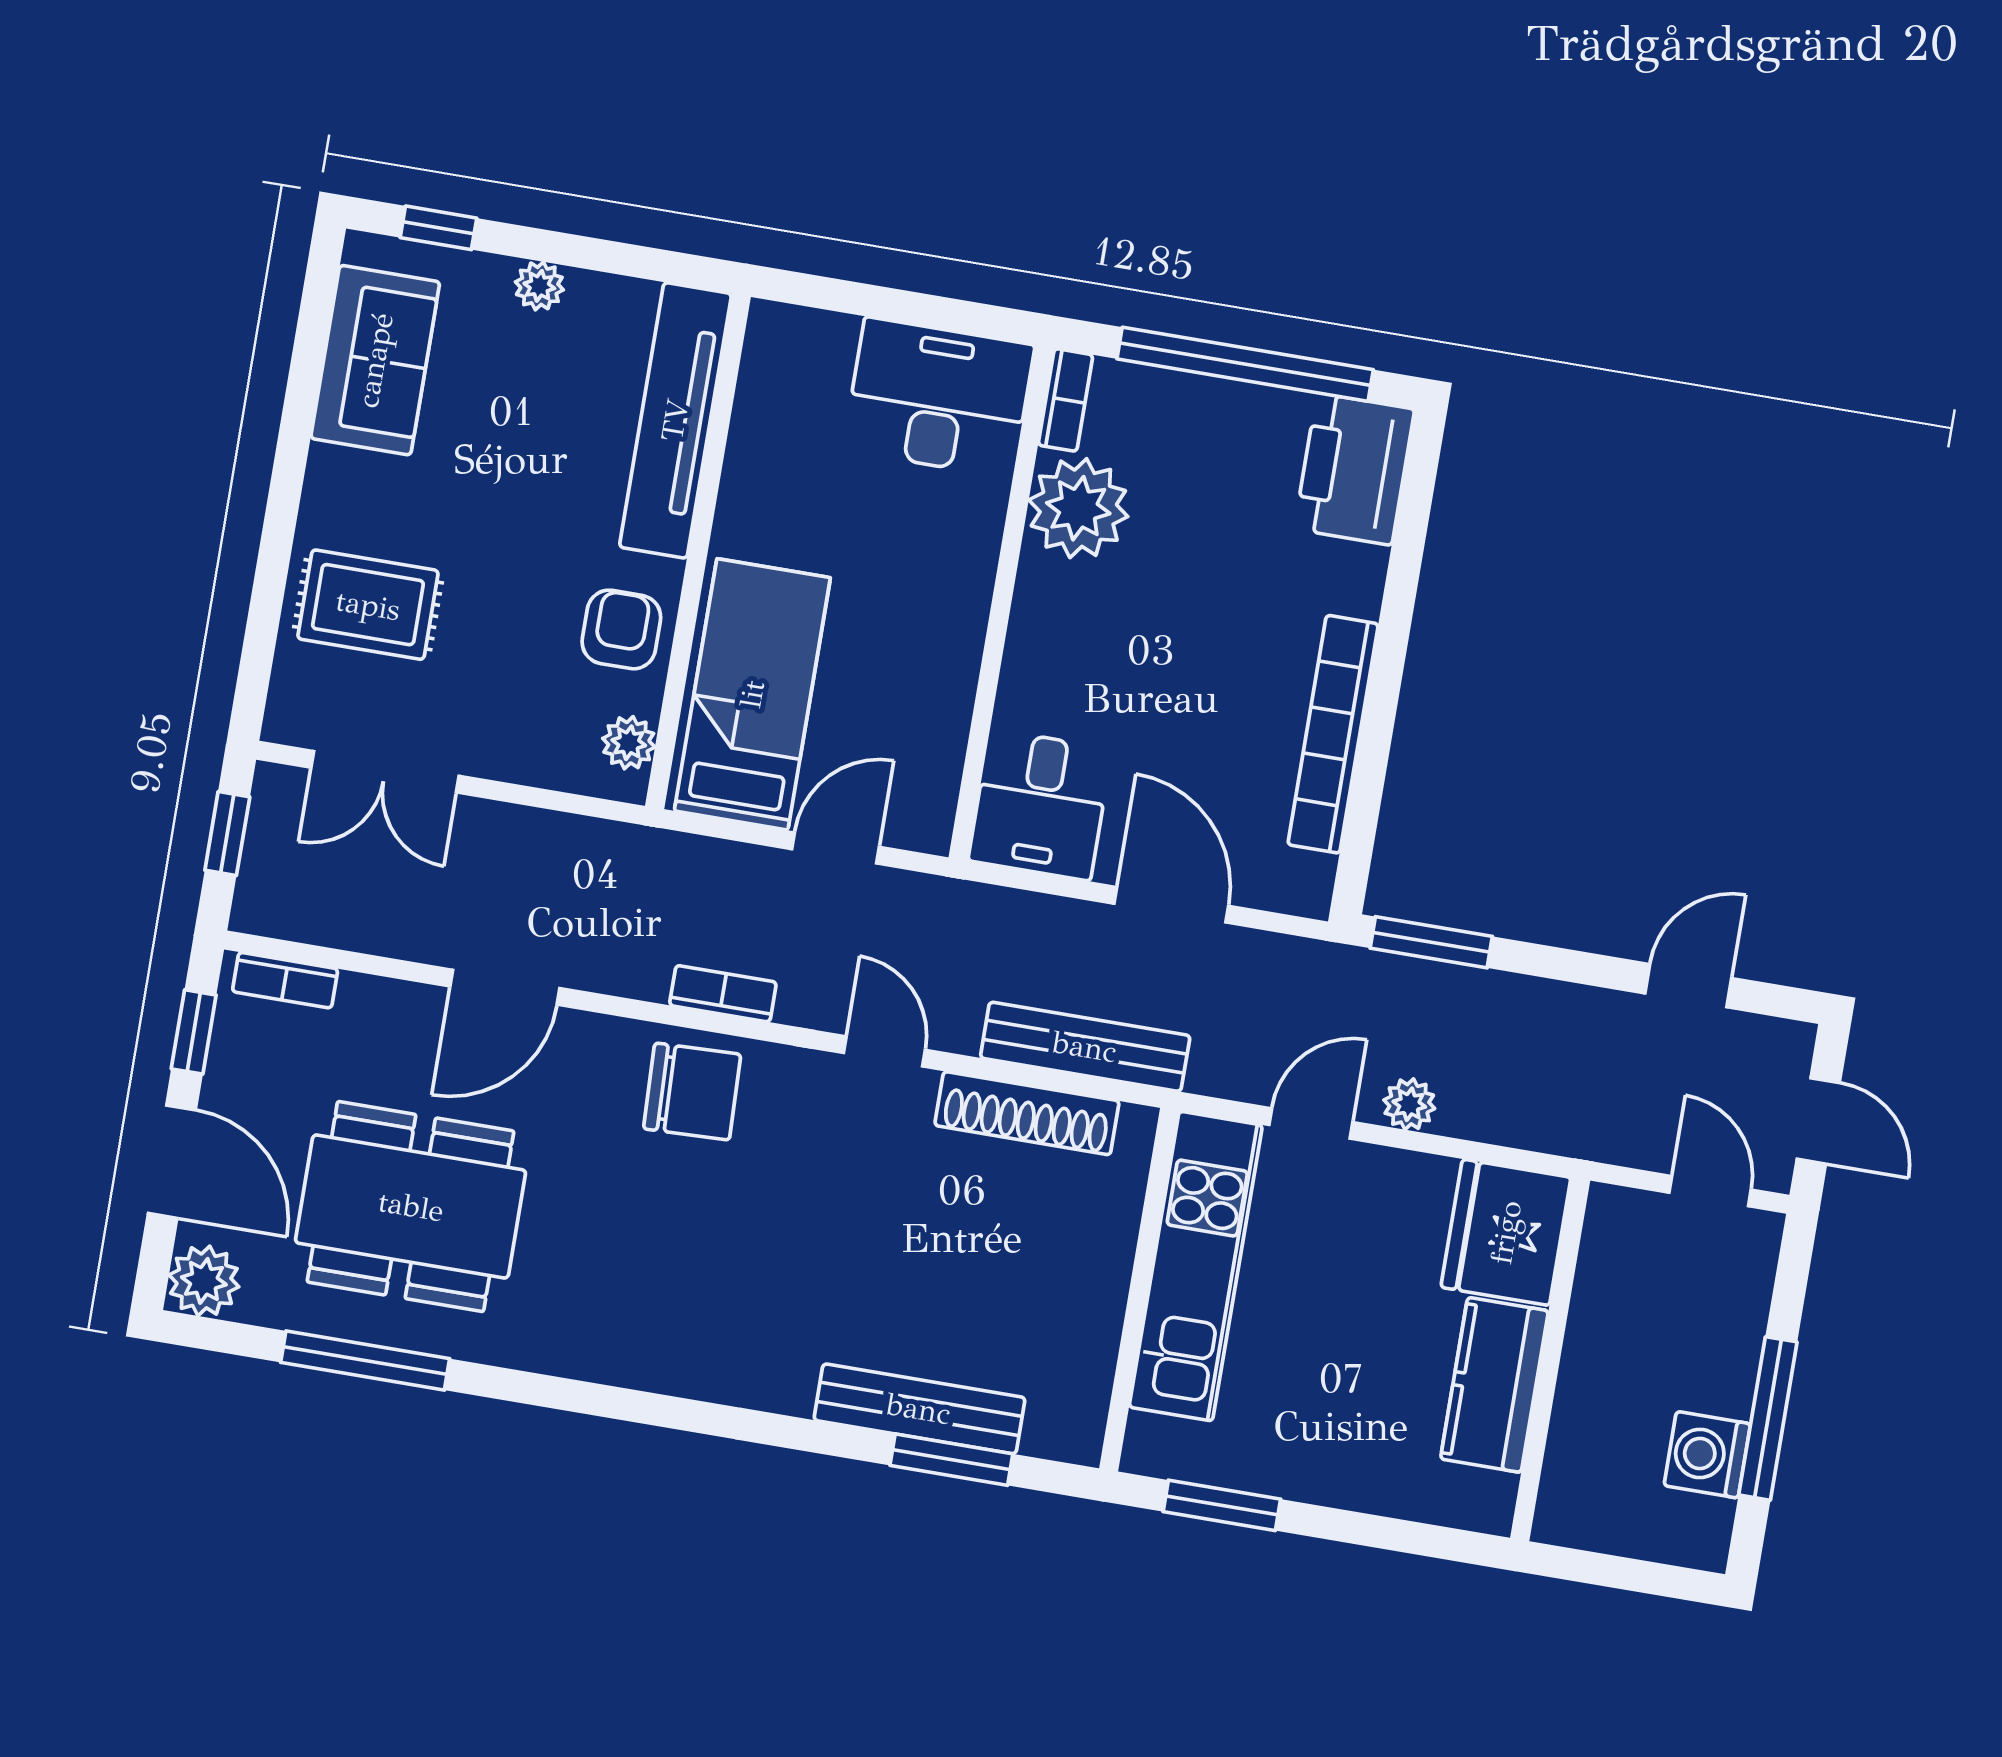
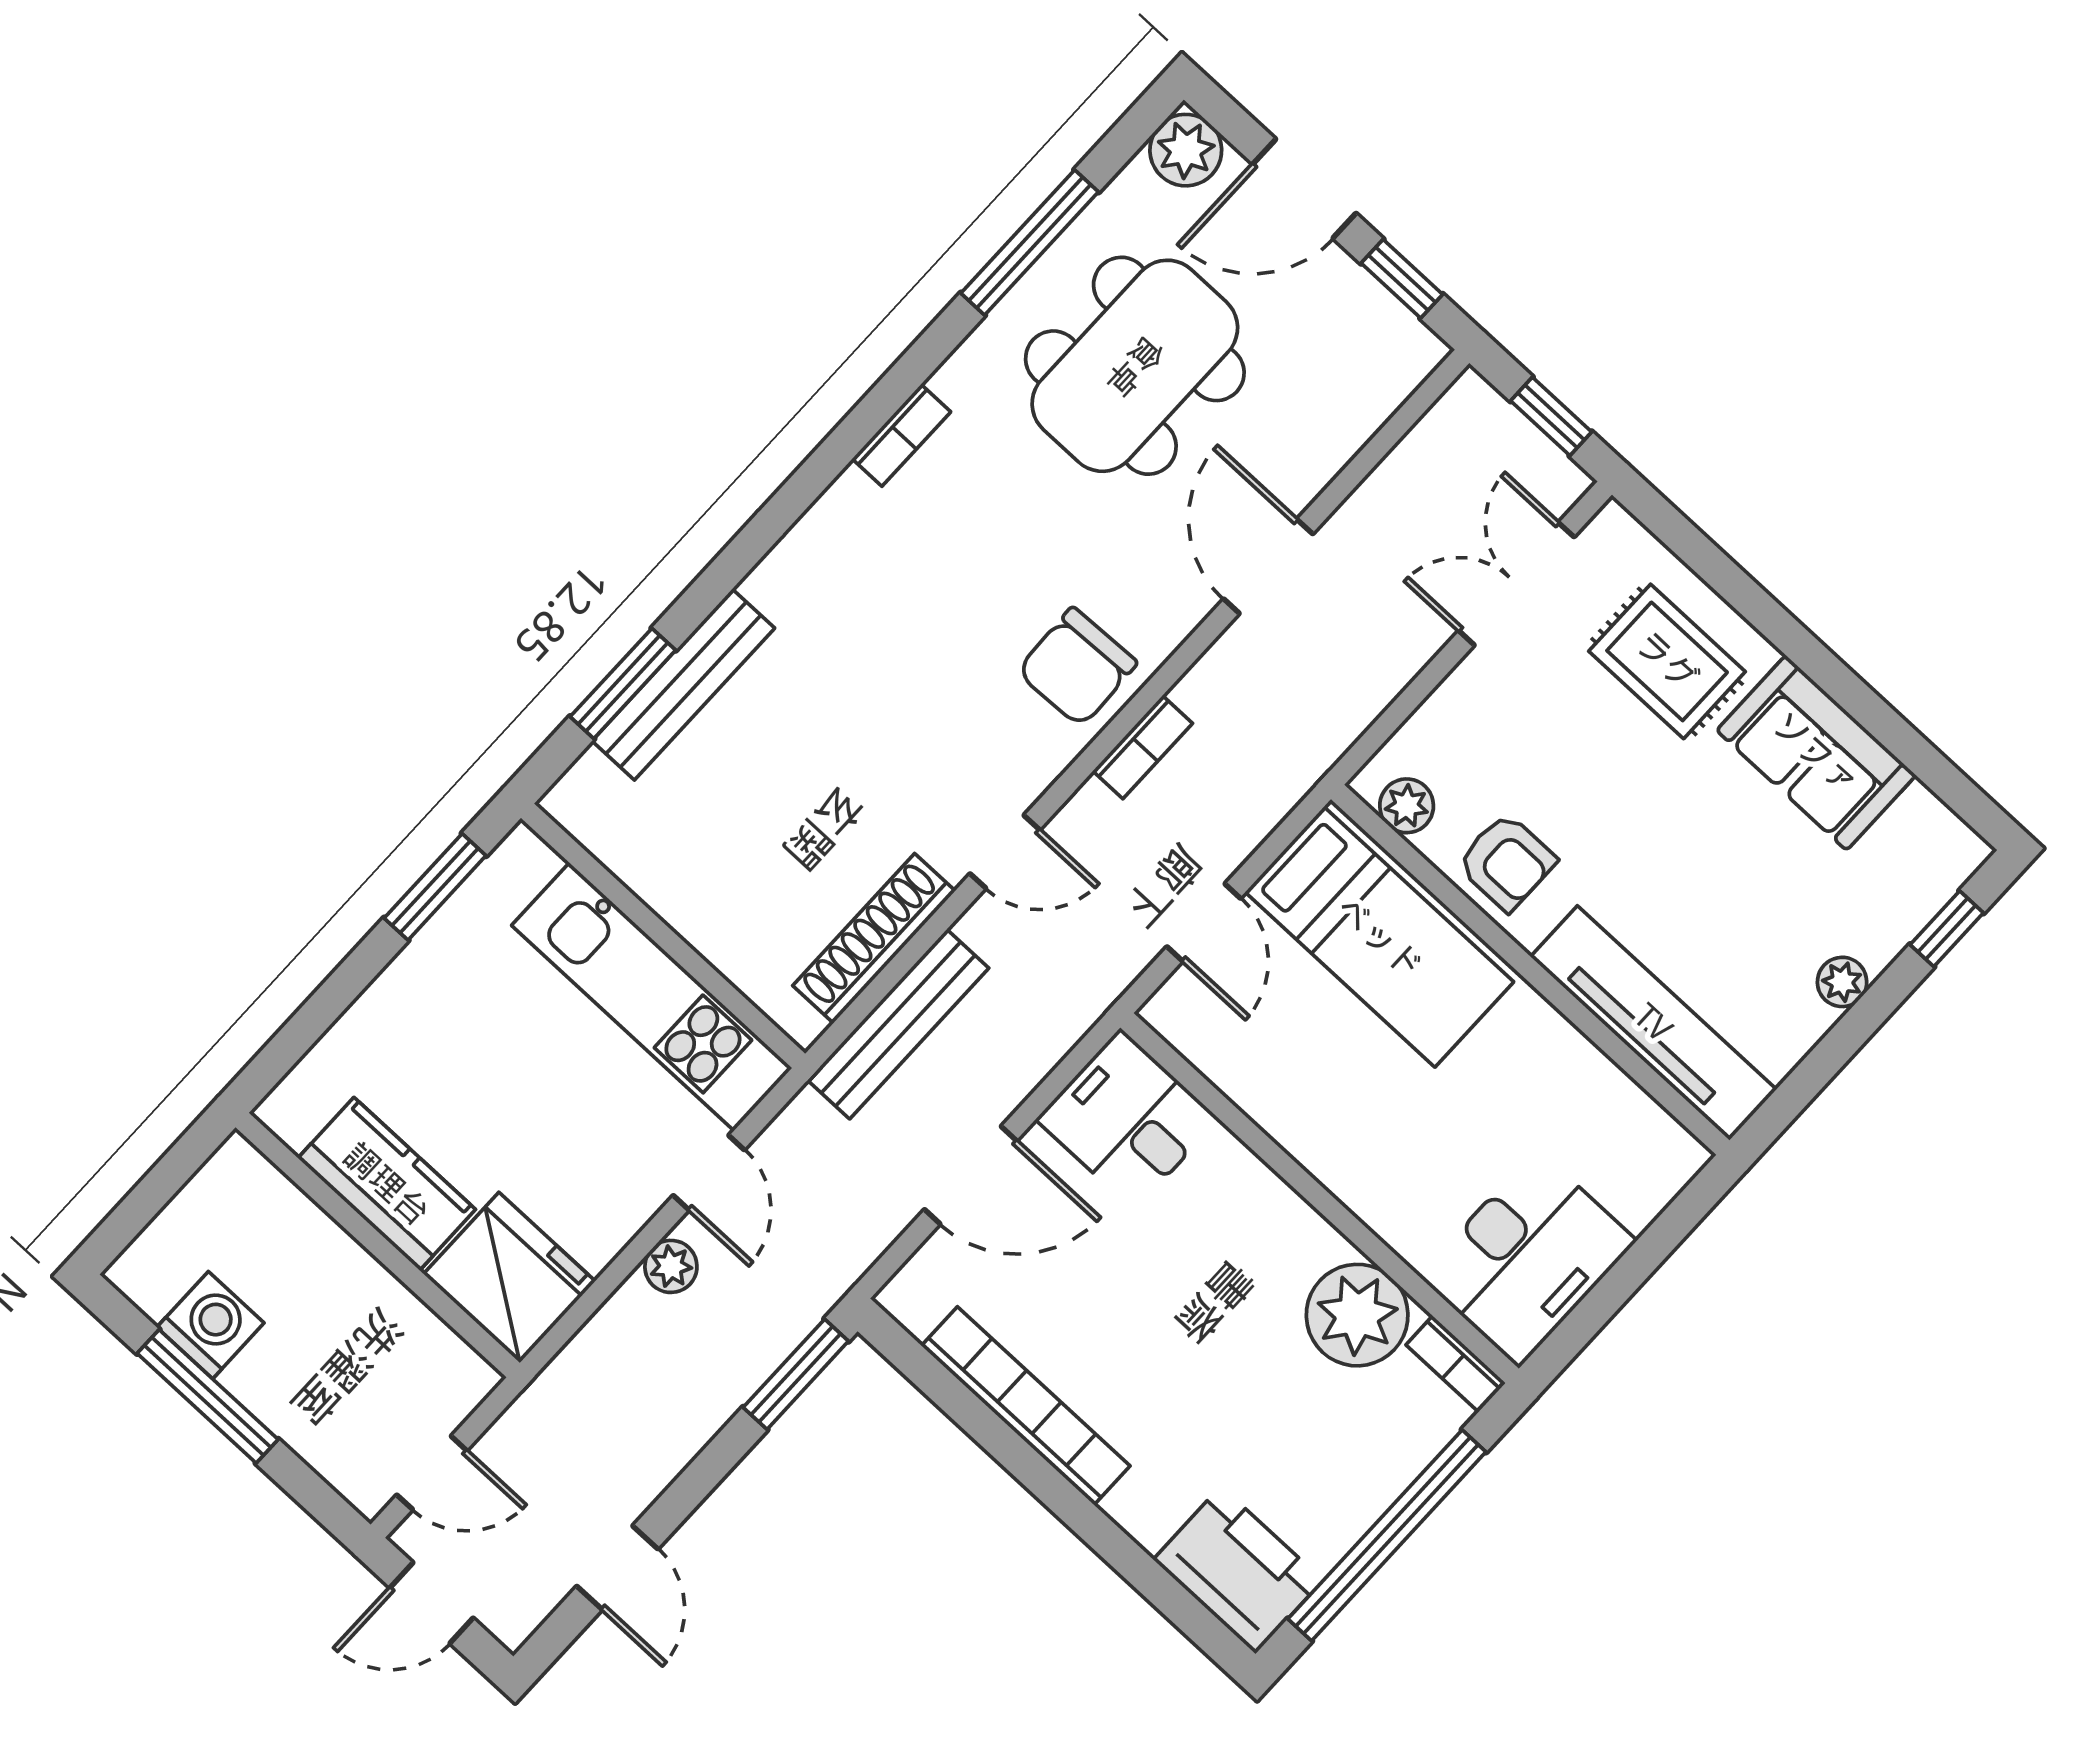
sofa: (375, 360) -> (1816, 753), moved
rug: (368, 605) -> (1667, 661), turned 90
bookcase: (285, 980) -> (901, 435), moved, turned 180

